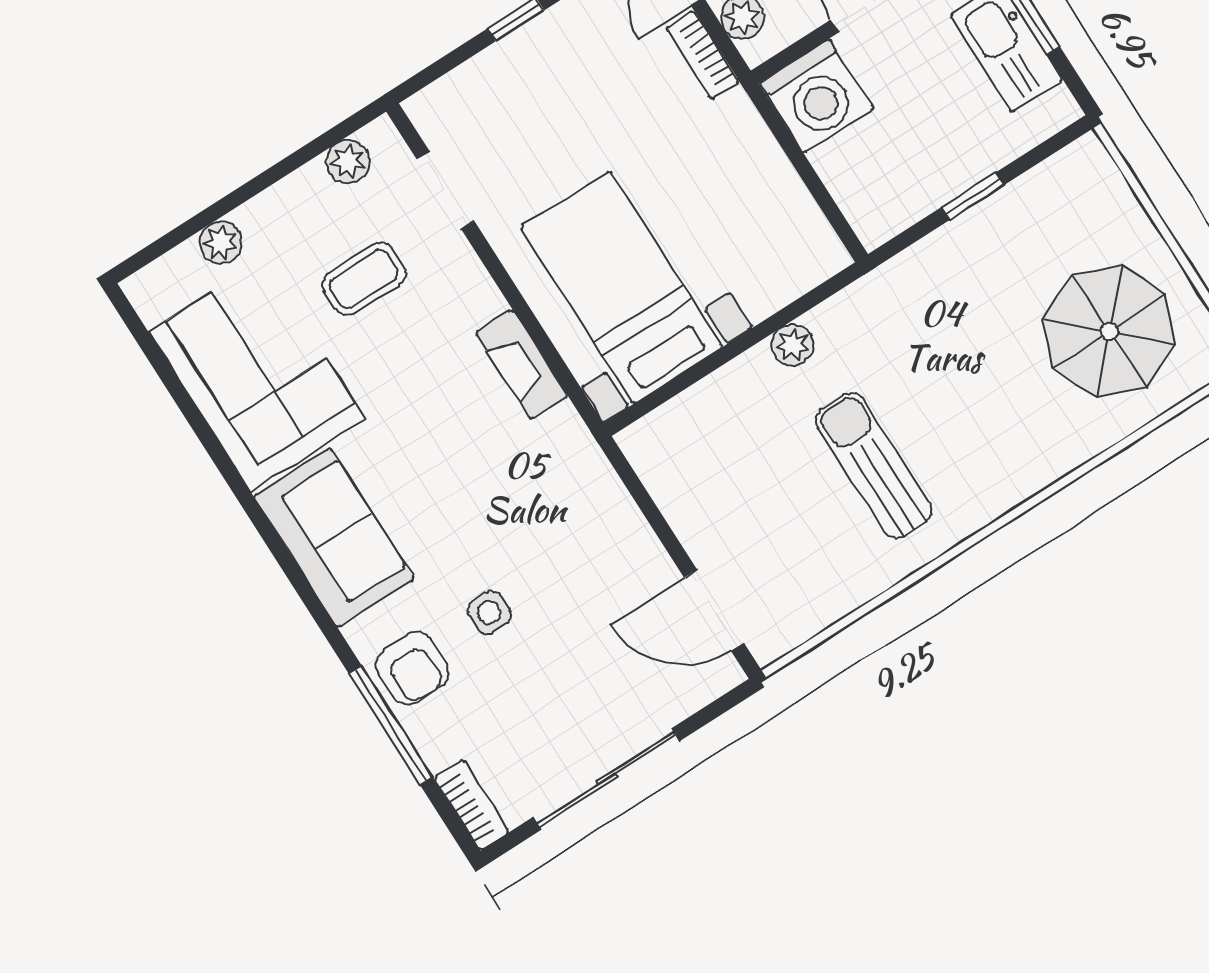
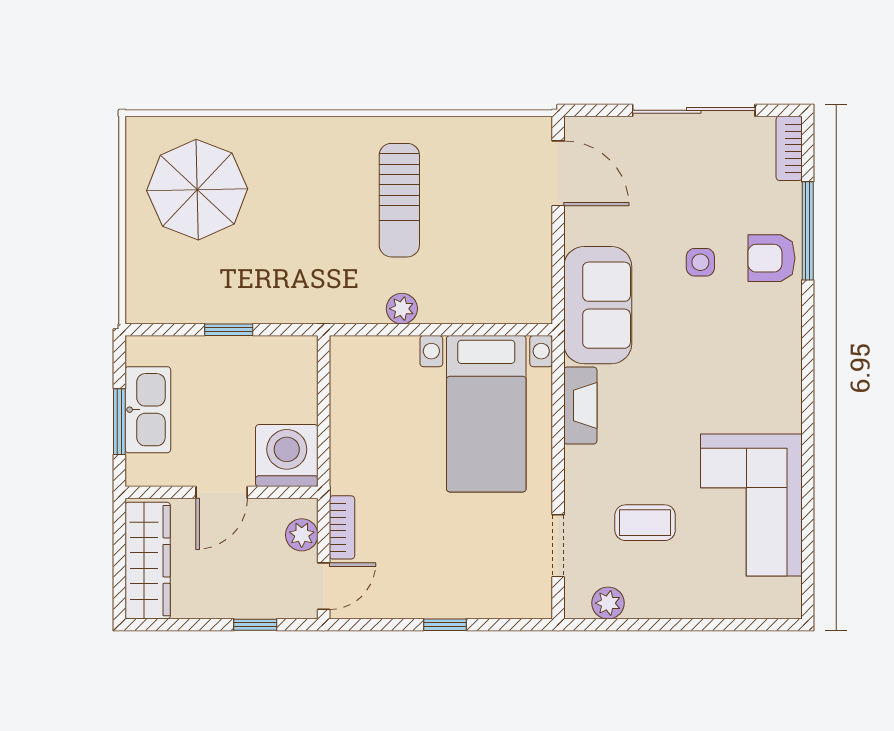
plant: (221, 242) -> (720, 603), removed
sofa: (334, 537) -> (598, 305), moved, turned 180
armchair: (412, 668) -> (771, 258), turned -90

